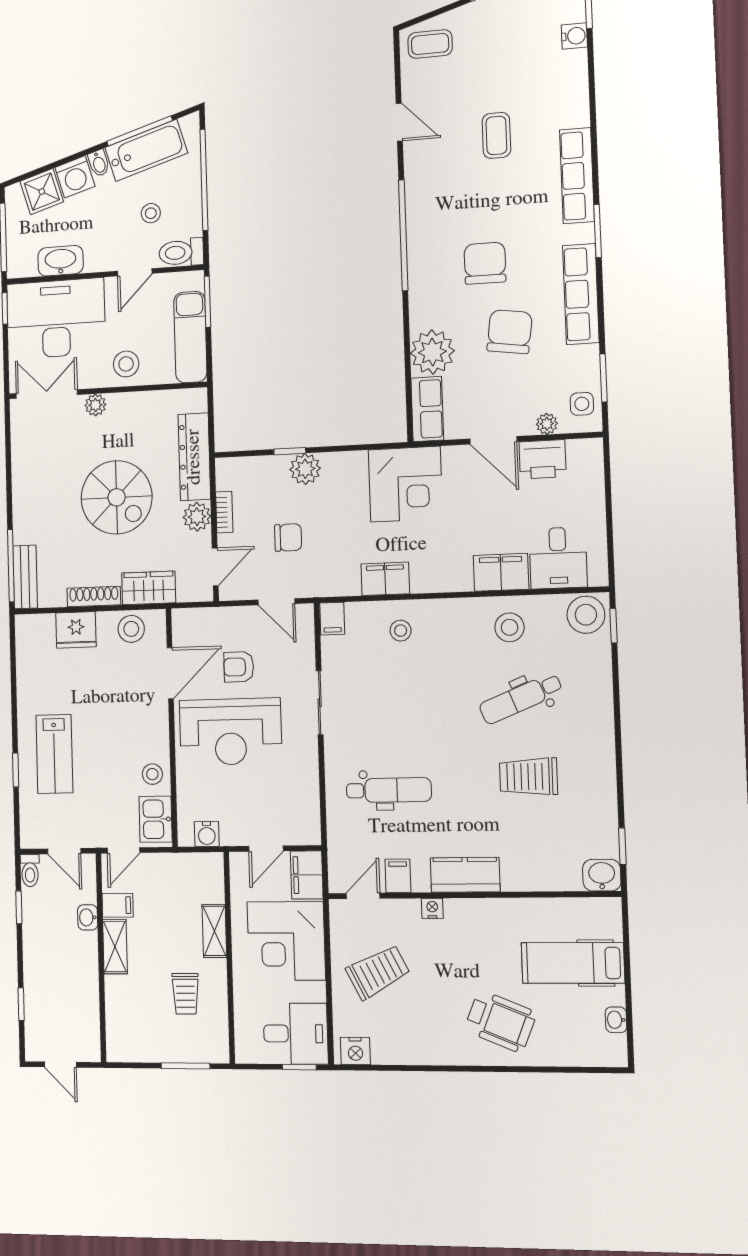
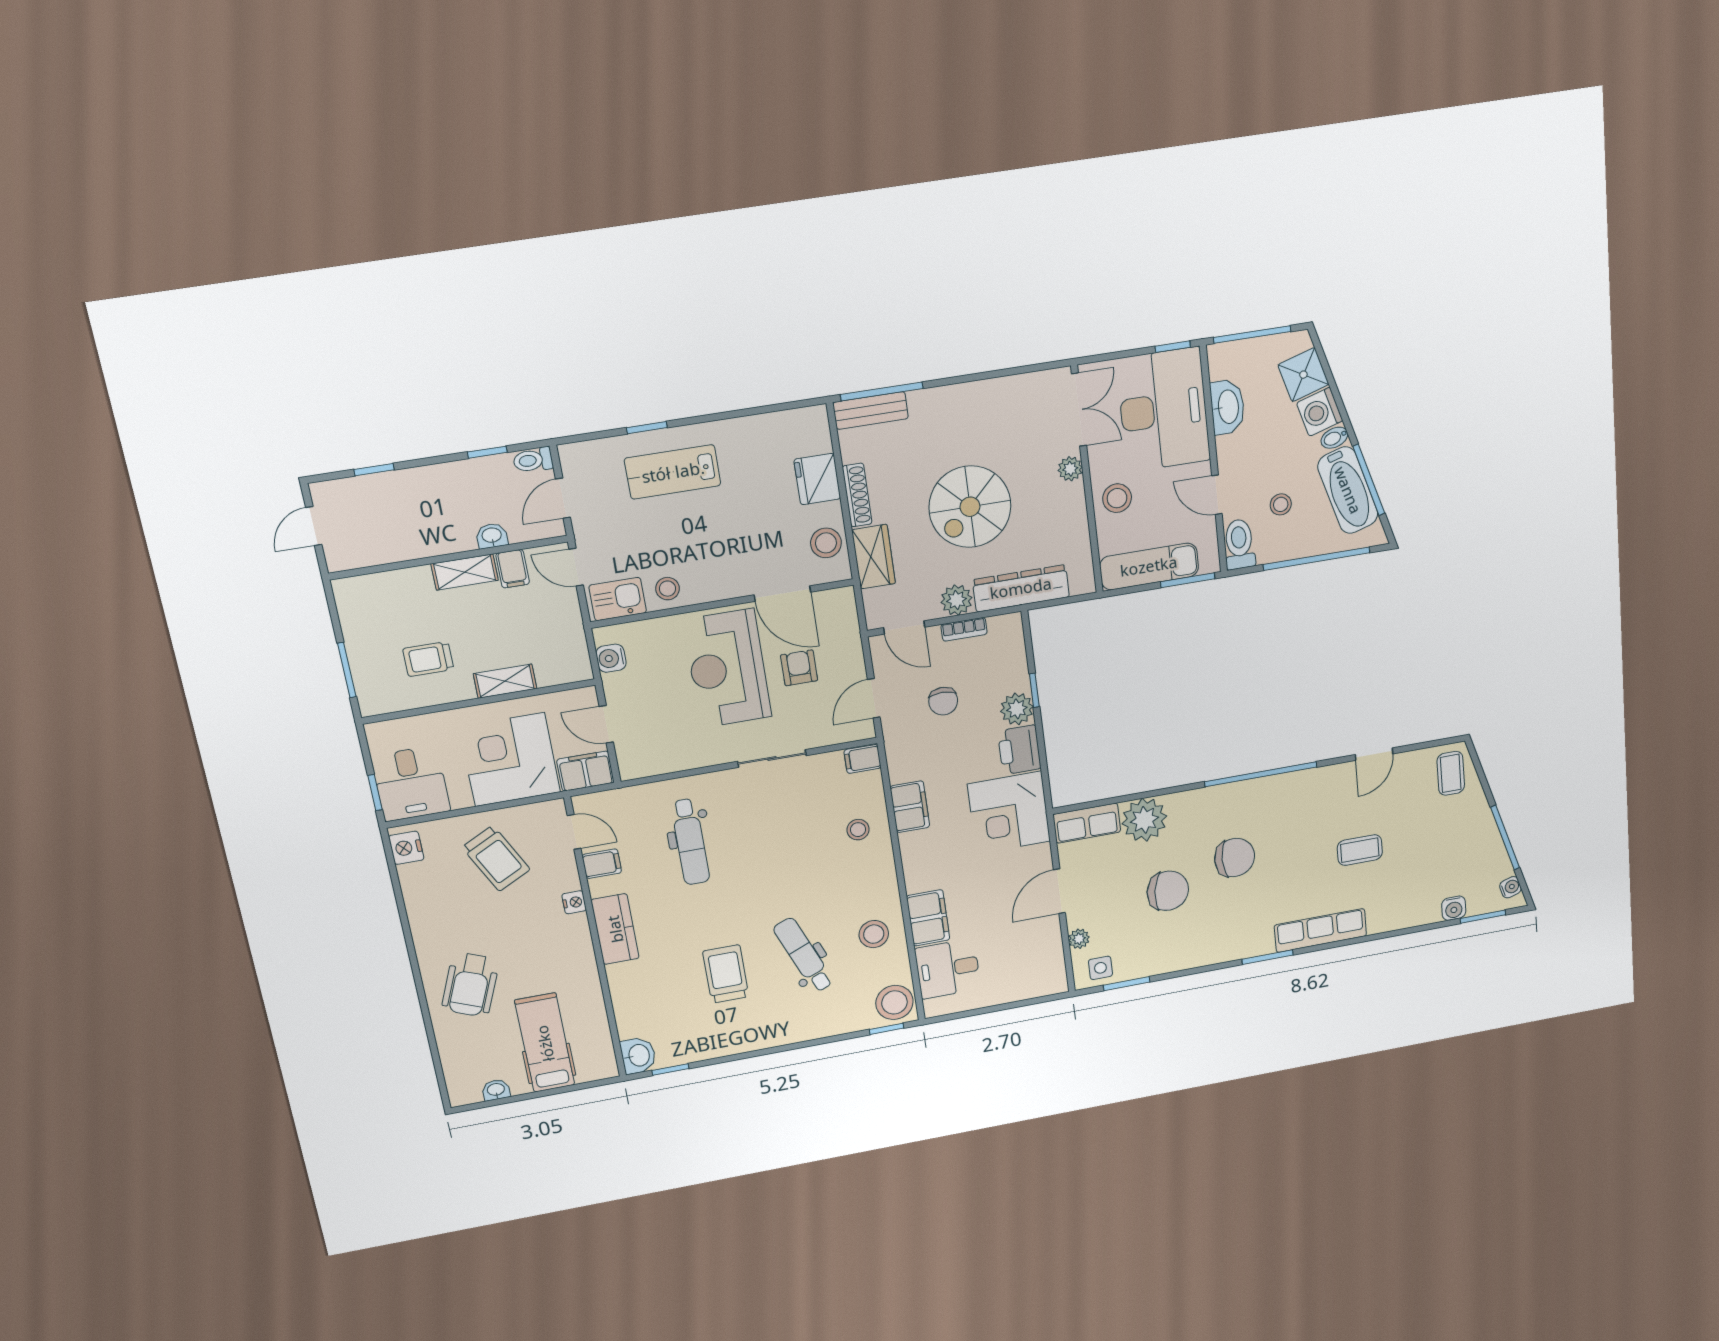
row of seats: (581, 294) -> (1207, 951), removed
printer: (542, 459) -> (1019, 750), moved

